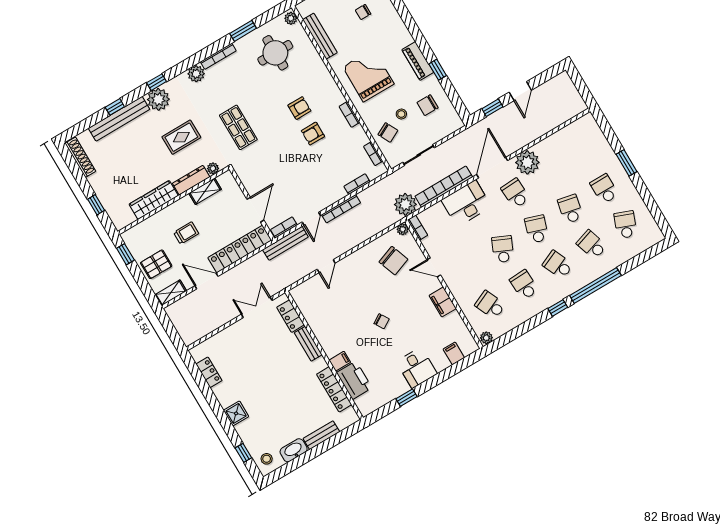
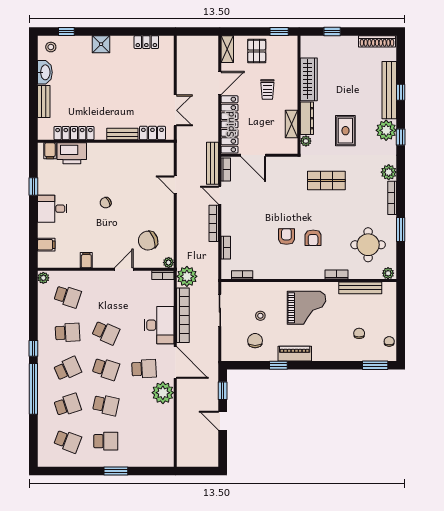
bookcase: (349, 114) -> (337, 274), moved
chair: (388, 132) -> (252, 296), removed
filing cabinet: (443, 302) -> (86, 260), width x0.50
school desk: (490, 305) -> (68, 296), turned 42
filing cabinet: (340, 361) -> (50, 151), moved

